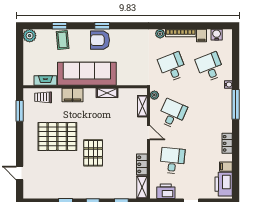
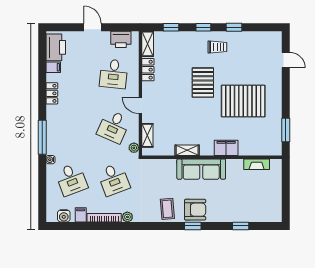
plant: (30, 36) -> (275, 215), removed
coffee table: (63, 40) -> (167, 209), moved
sofa: (87, 74) -> (201, 169), width x0.74, depth x0.79
trolley: (43, 97) -> (217, 47), moved

